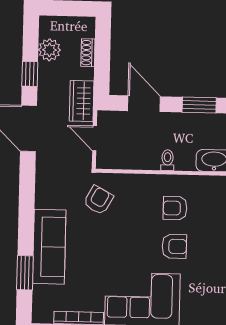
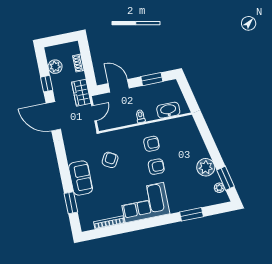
door: (95, 138) -> (94, 113), swing flipped
armchair: (98, 200) -> (110, 160), moved
armchair: (175, 208) -> (151, 144), turned 180
sofa: (49, 247) -> (81, 178), width x0.73

